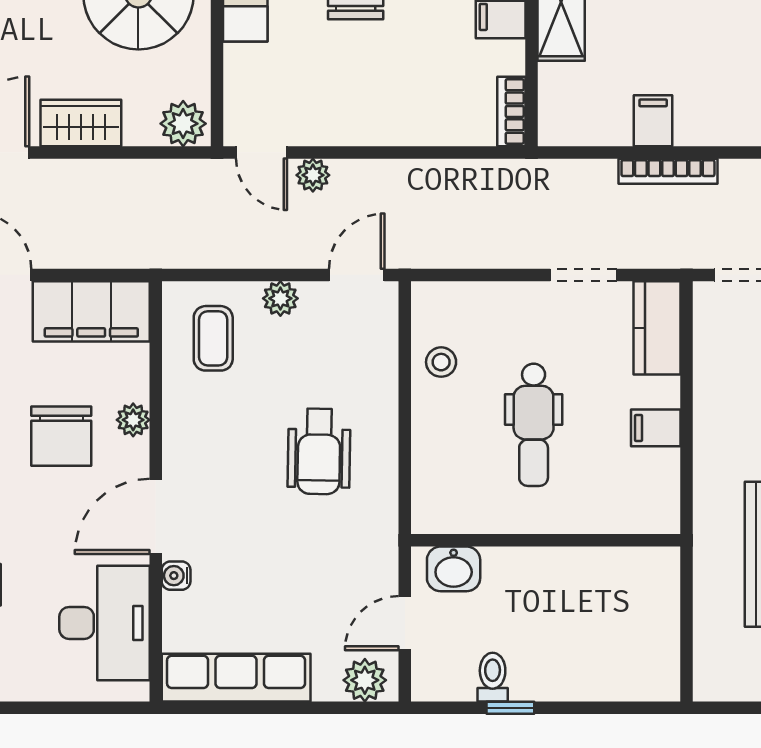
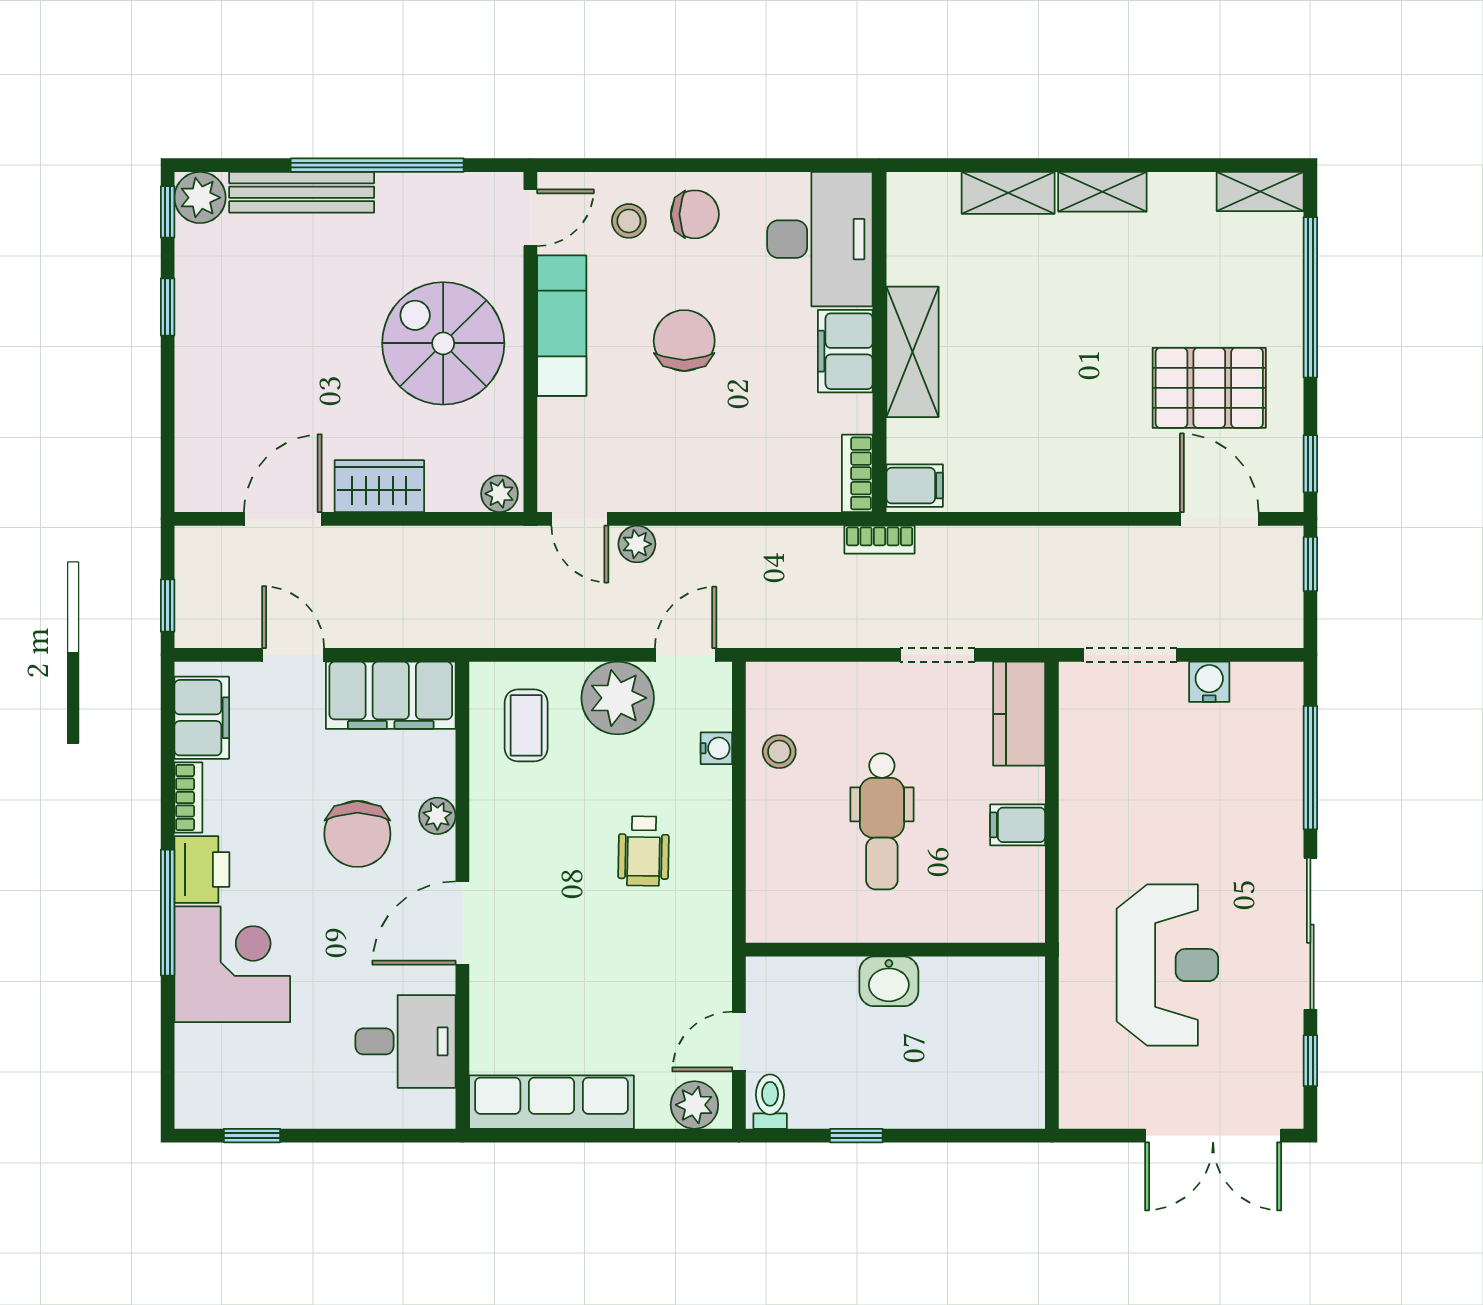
filing cabinet: (653, 121) -> (915, 486), moved, turned 90
plant: (183, 124) -> (500, 494), width x0.73, depth x0.73
bookcase: (668, 171) -> (879, 540), moved, width x0.64
plant: (280, 298) -> (618, 698), width x1.88, depth x1.88
wheelchair: (319, 451) -> (644, 851), width x0.73, depth x0.73
washbasin: (454, 569) -> (889, 981), moved
water cooler: (176, 576) -> (716, 748), moved, turned 180
desk: (105, 623) -> (406, 1041), width x0.73
toilet: (493, 677) -> (770, 1102), moved

